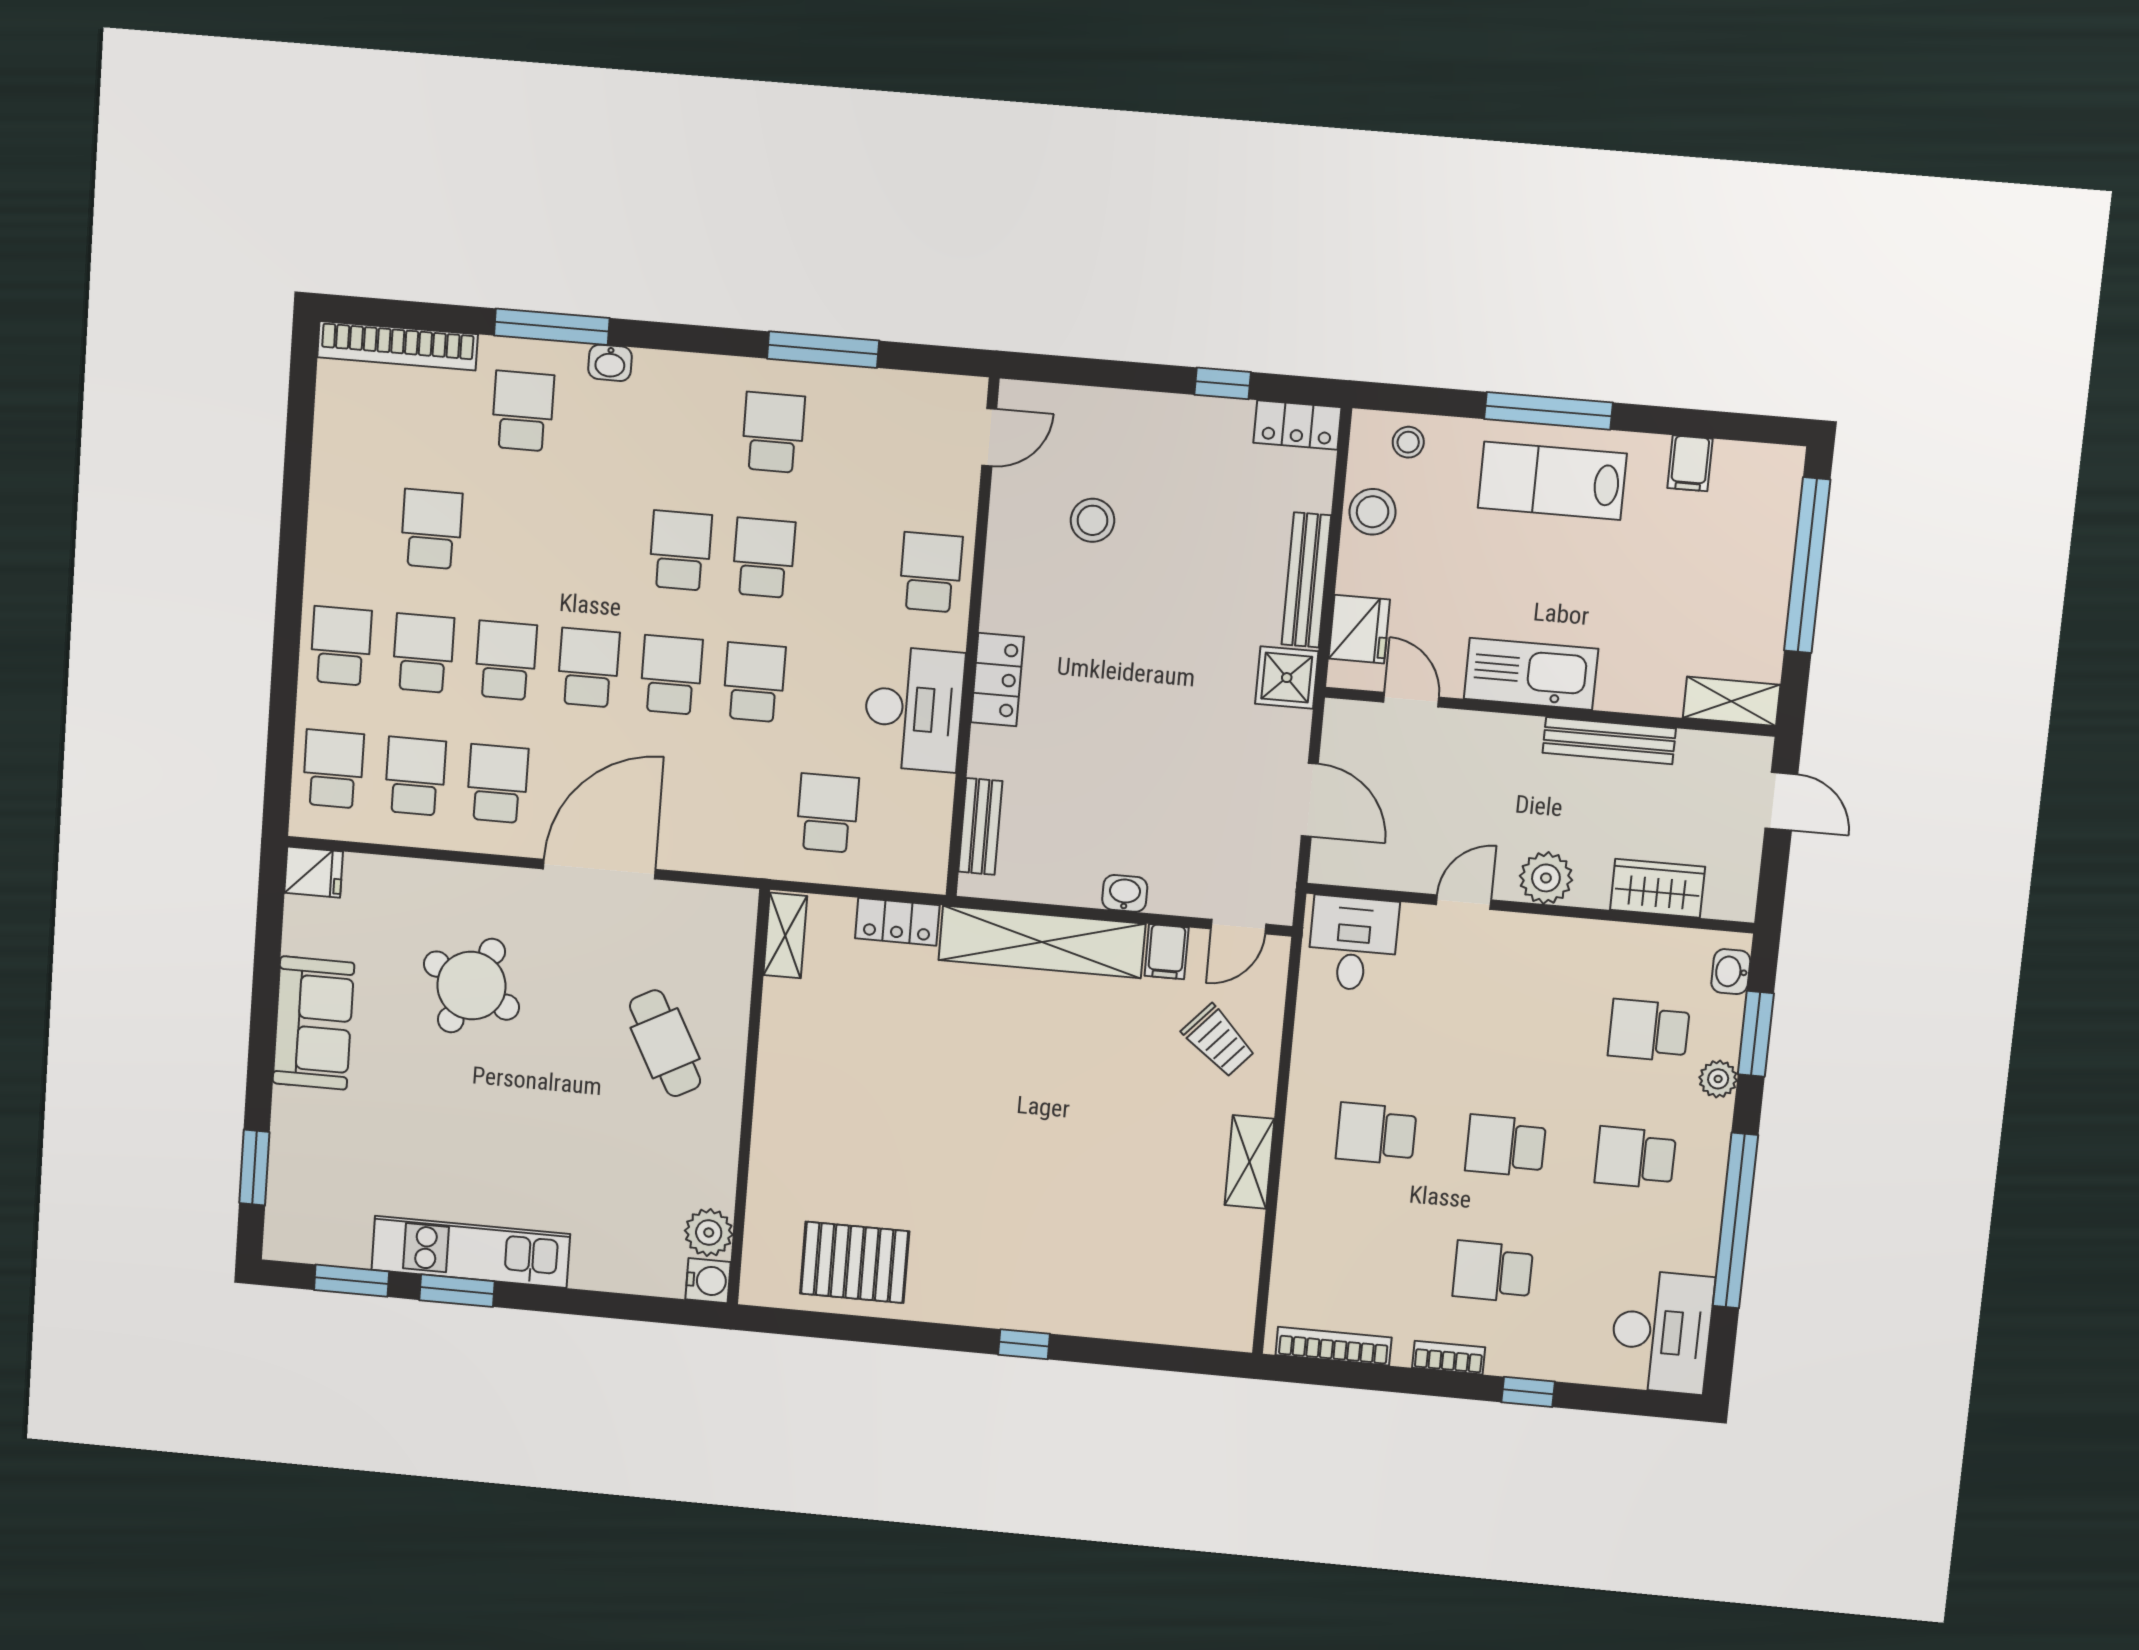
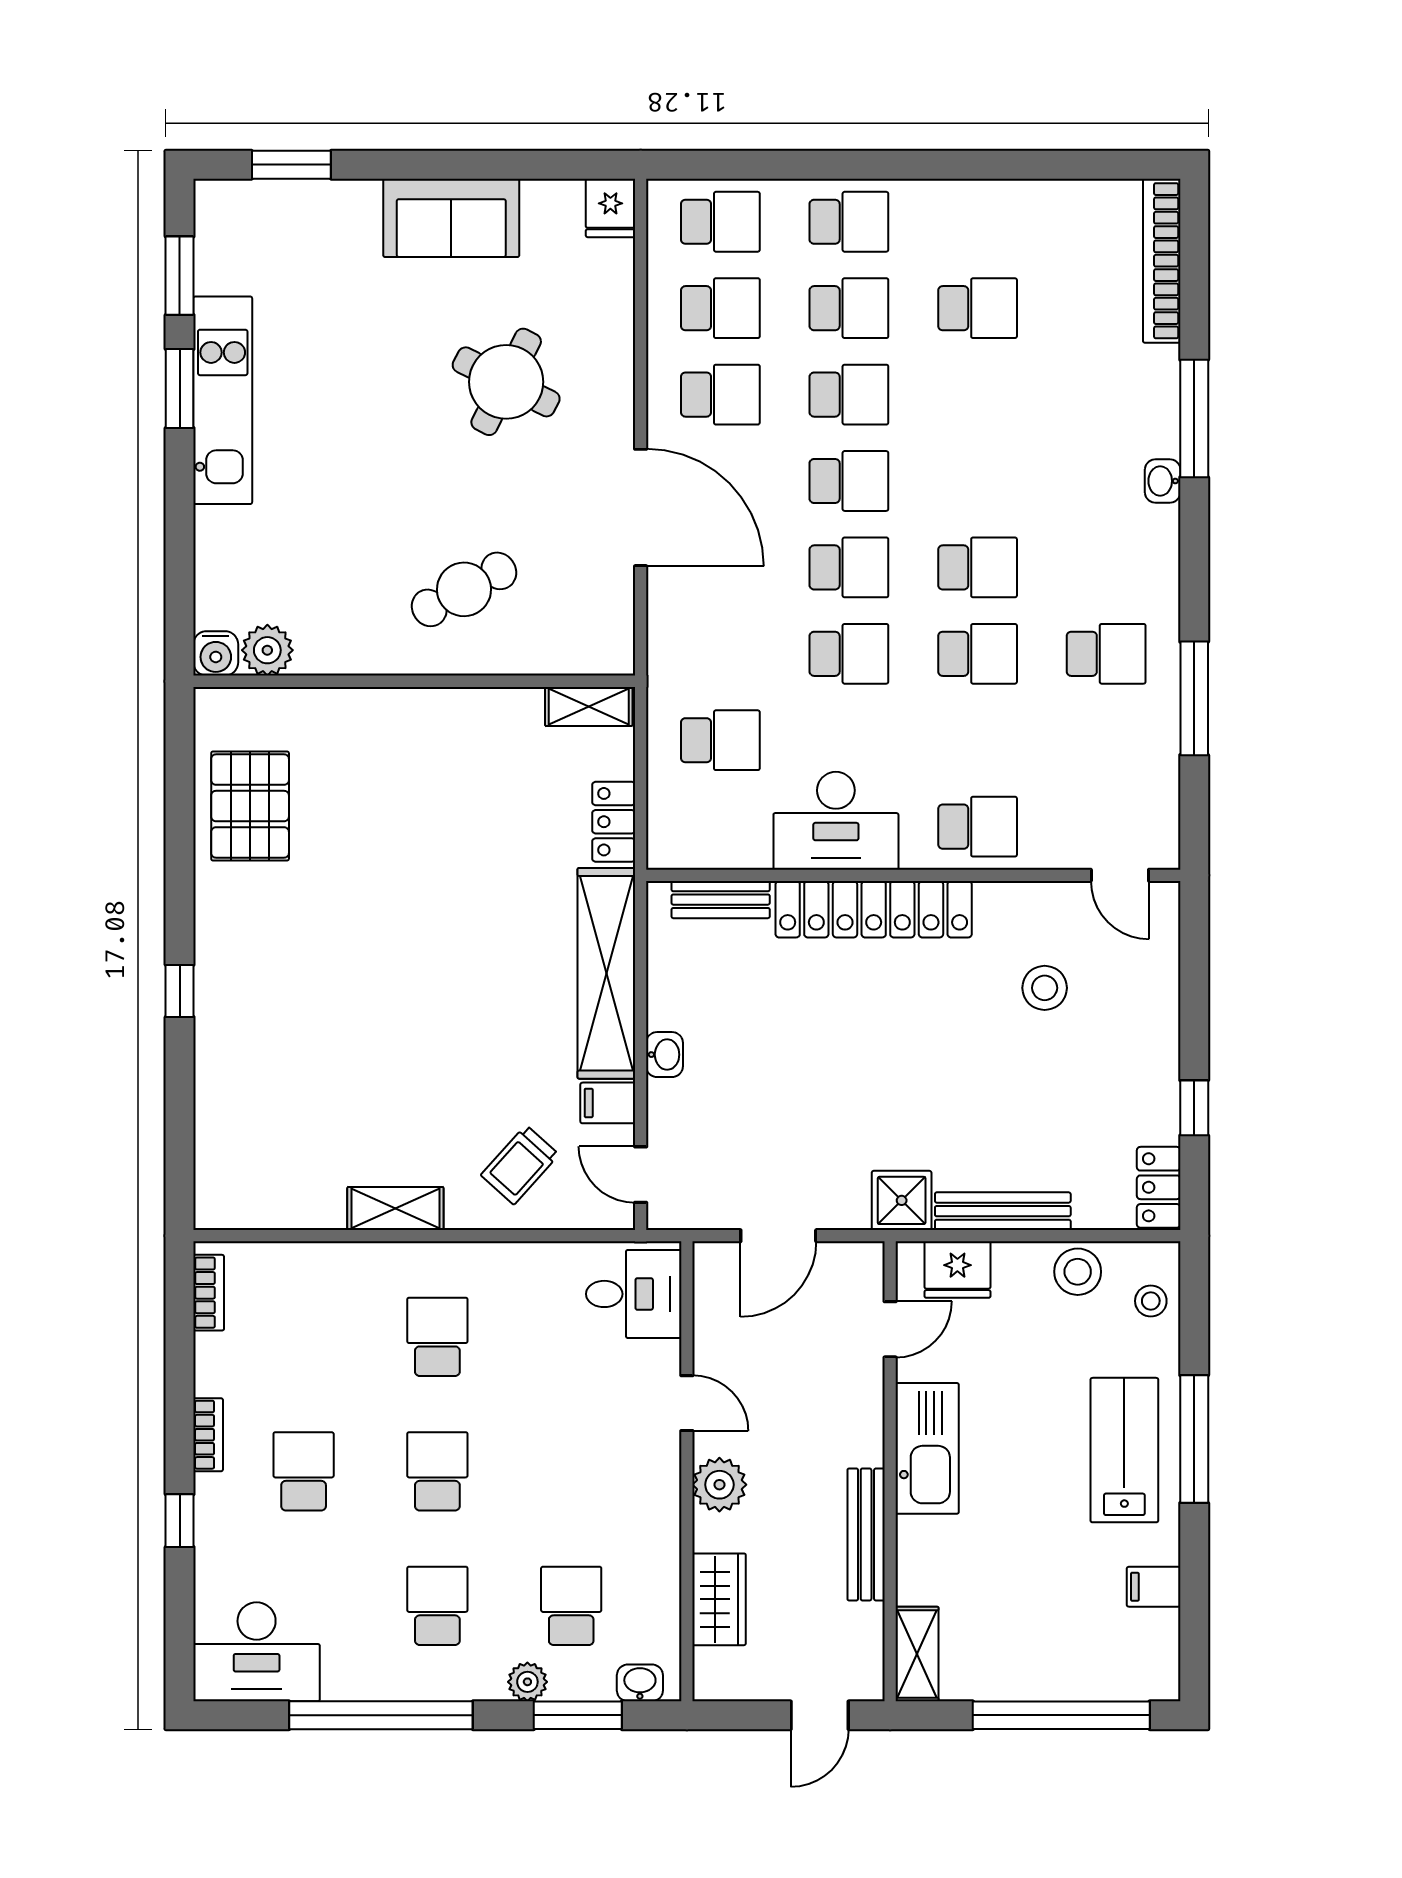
school desk: (523, 411) -> (1106, 395), removed
locker: (997, 680) -> (874, 909), width x2.16, depth x1.21
bookcase: (1334, 1346) -> (209, 1293), width x0.64

